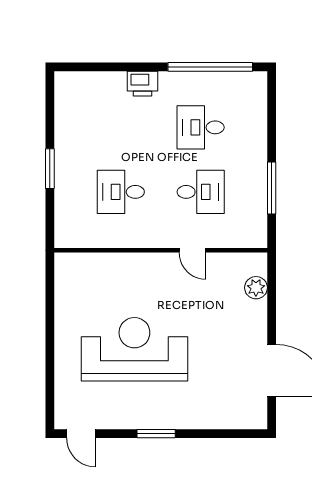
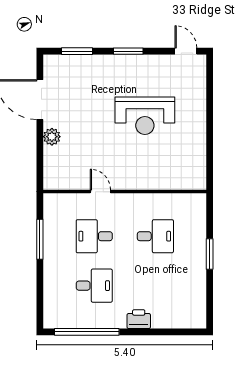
plant: (256, 288) -> (52, 137), moved
reception desk: (134, 349) -> (145, 116), width x0.74, depth x0.77
window: (223, 434) -> (77, 51), added

